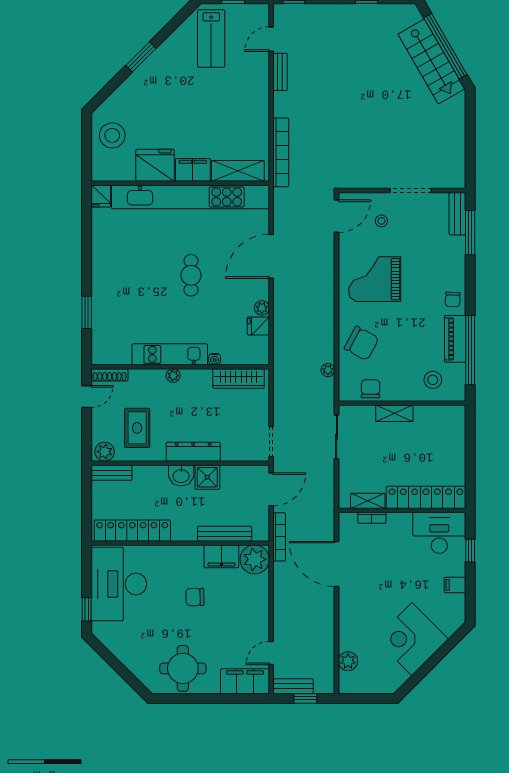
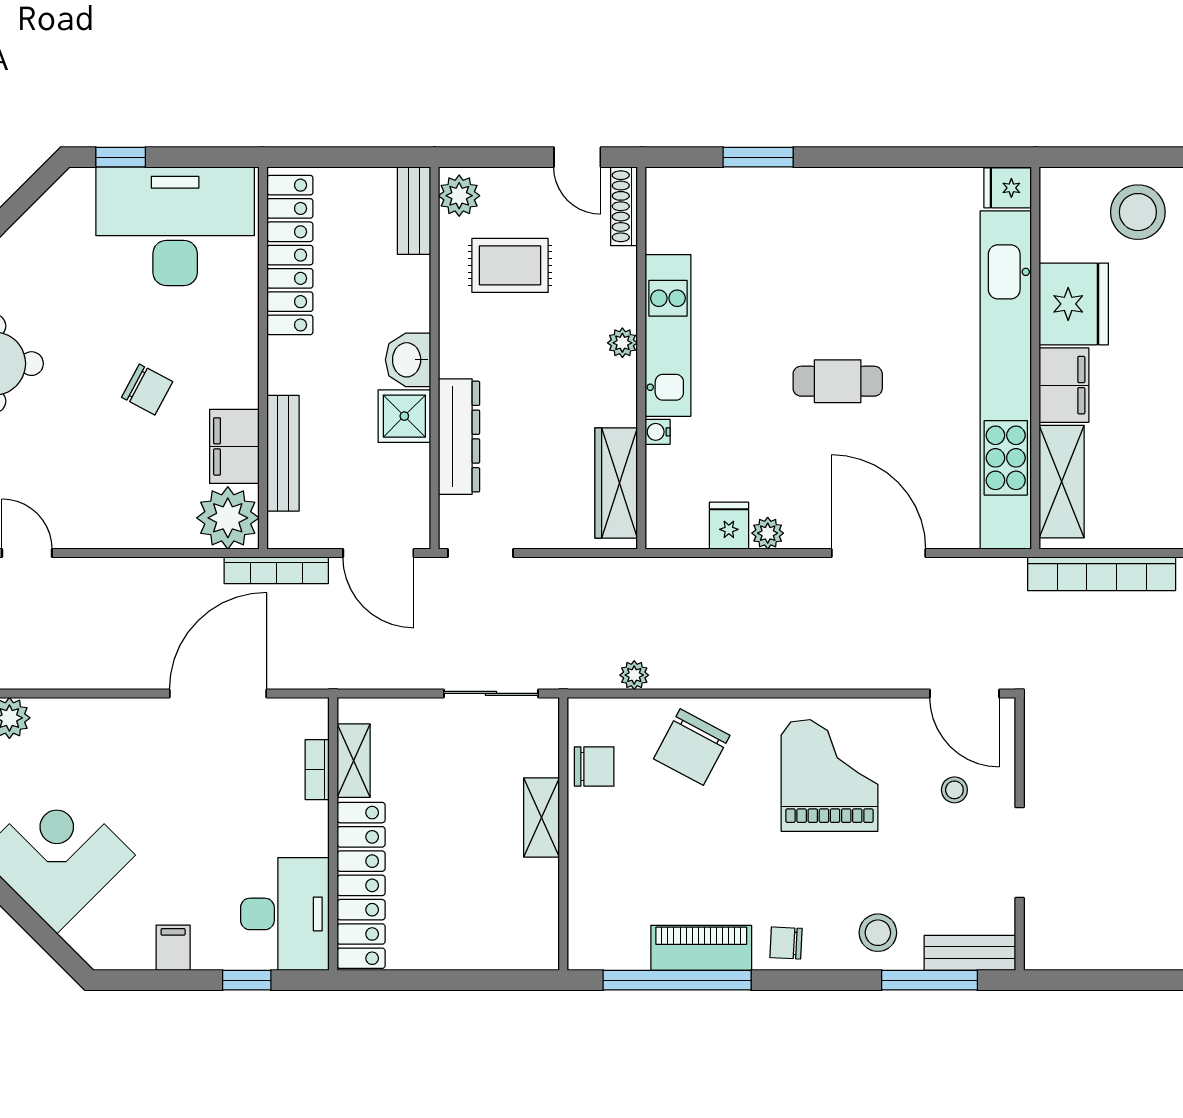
stool: (433, 380) -> (878, 933), moved
dresser: (193, 452) -> (459, 437), moved
chair: (195, 597) -> (147, 390), turned 119

